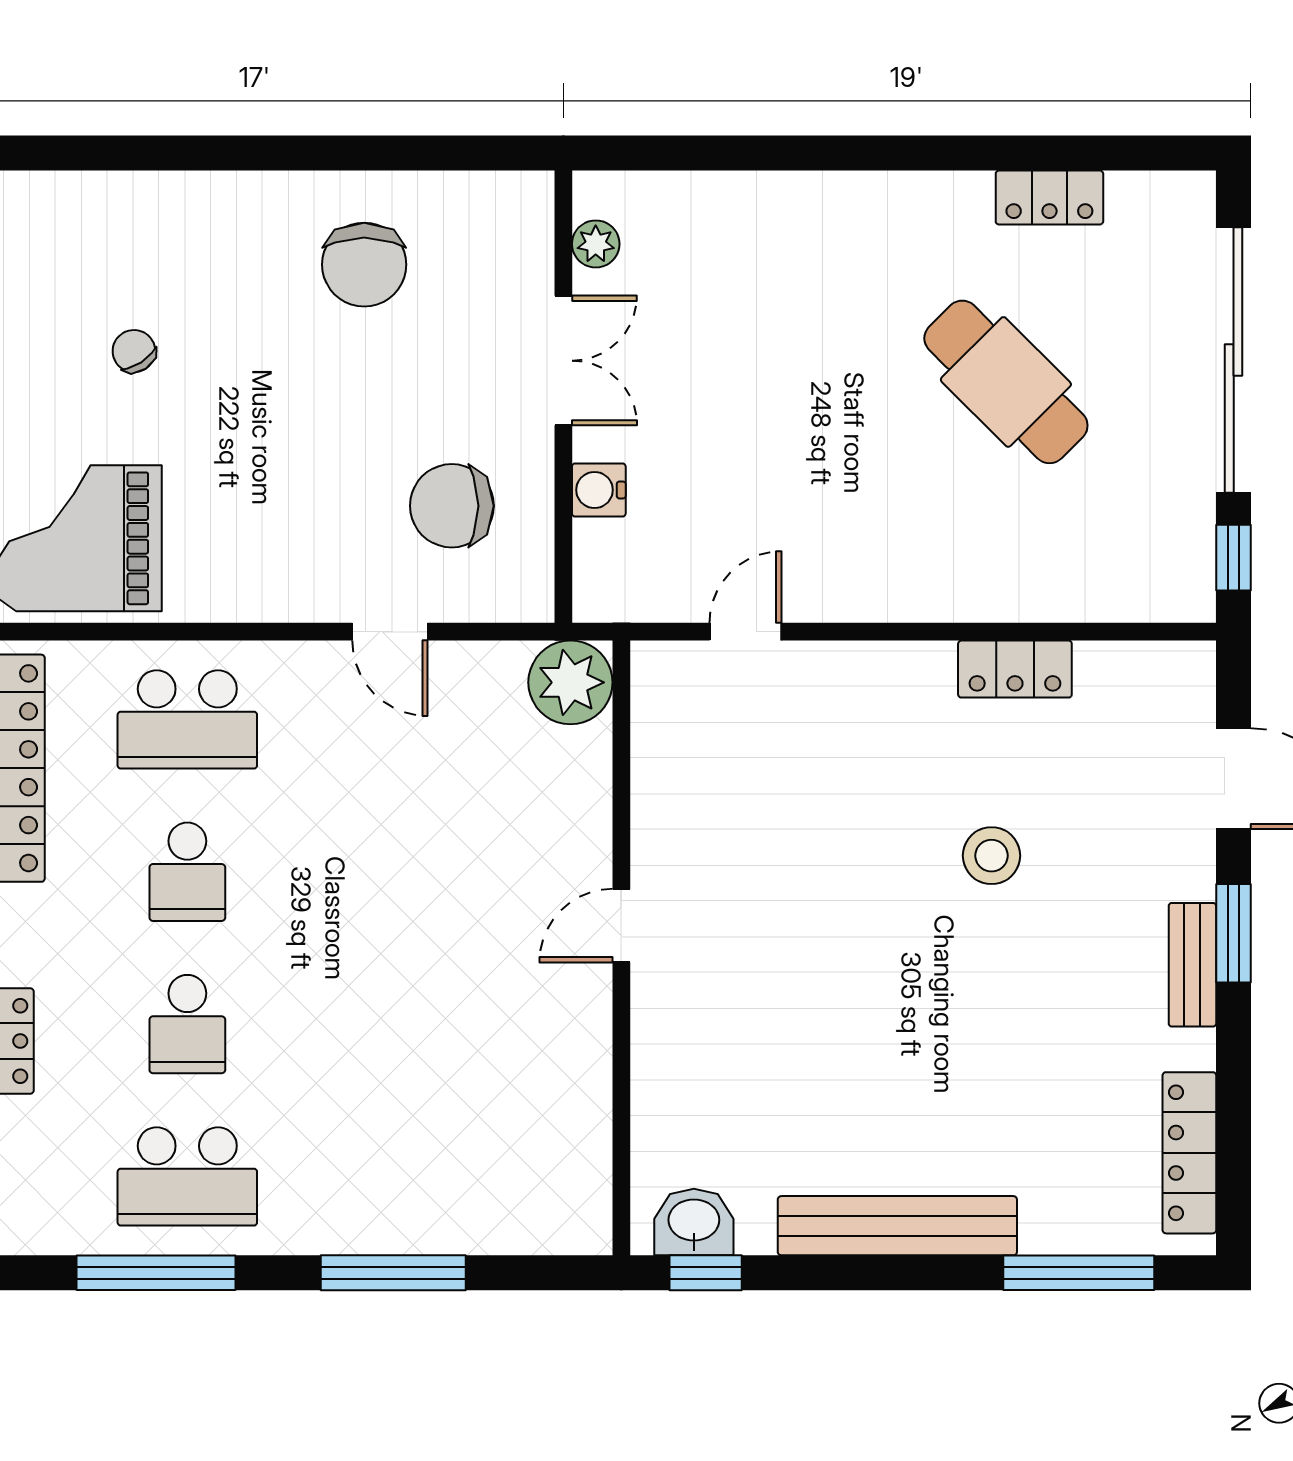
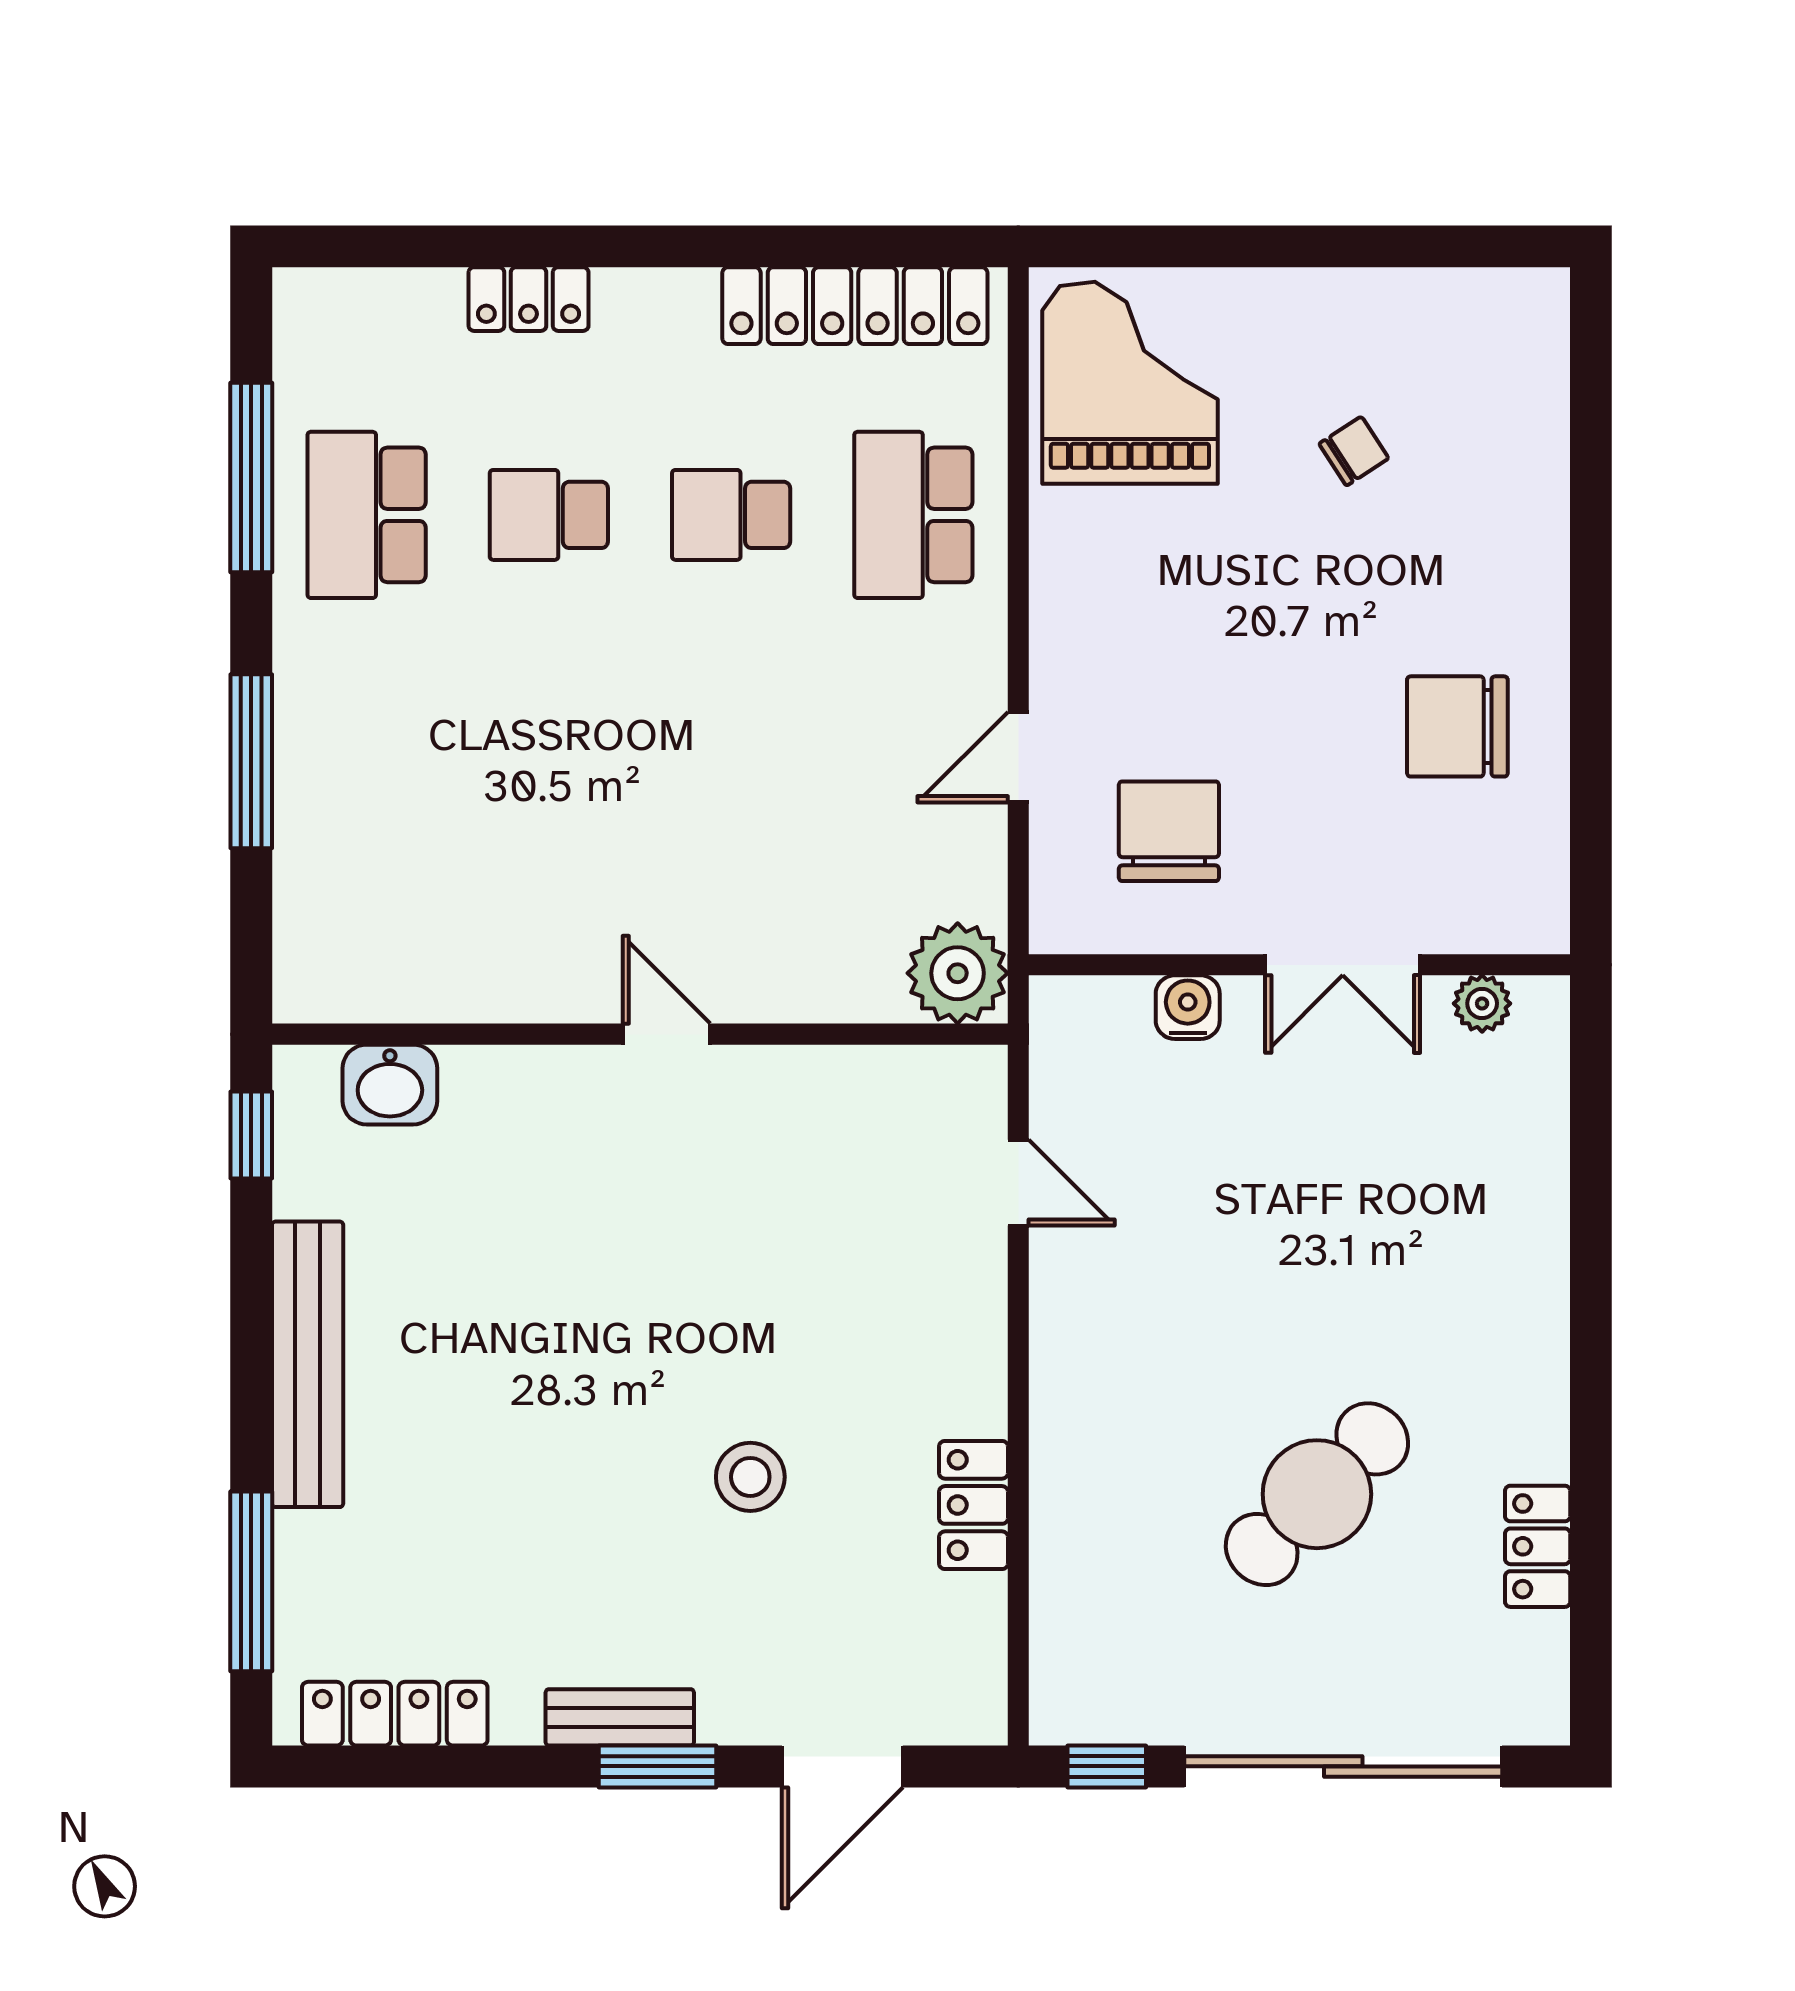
washbasin: (694, 1222) -> (390, 1085), moved, turned 90

